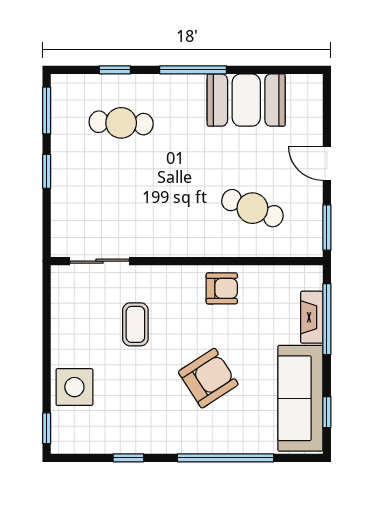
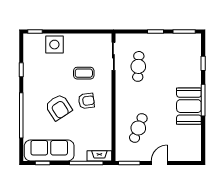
booth: (246, 100) -> (189, 106), moved
cafe table: (121, 123) -> (138, 66), moved
armchair: (222, 288) -> (86, 101), moved, turned -97
fireplace: (312, 317) -> (99, 156), moved

